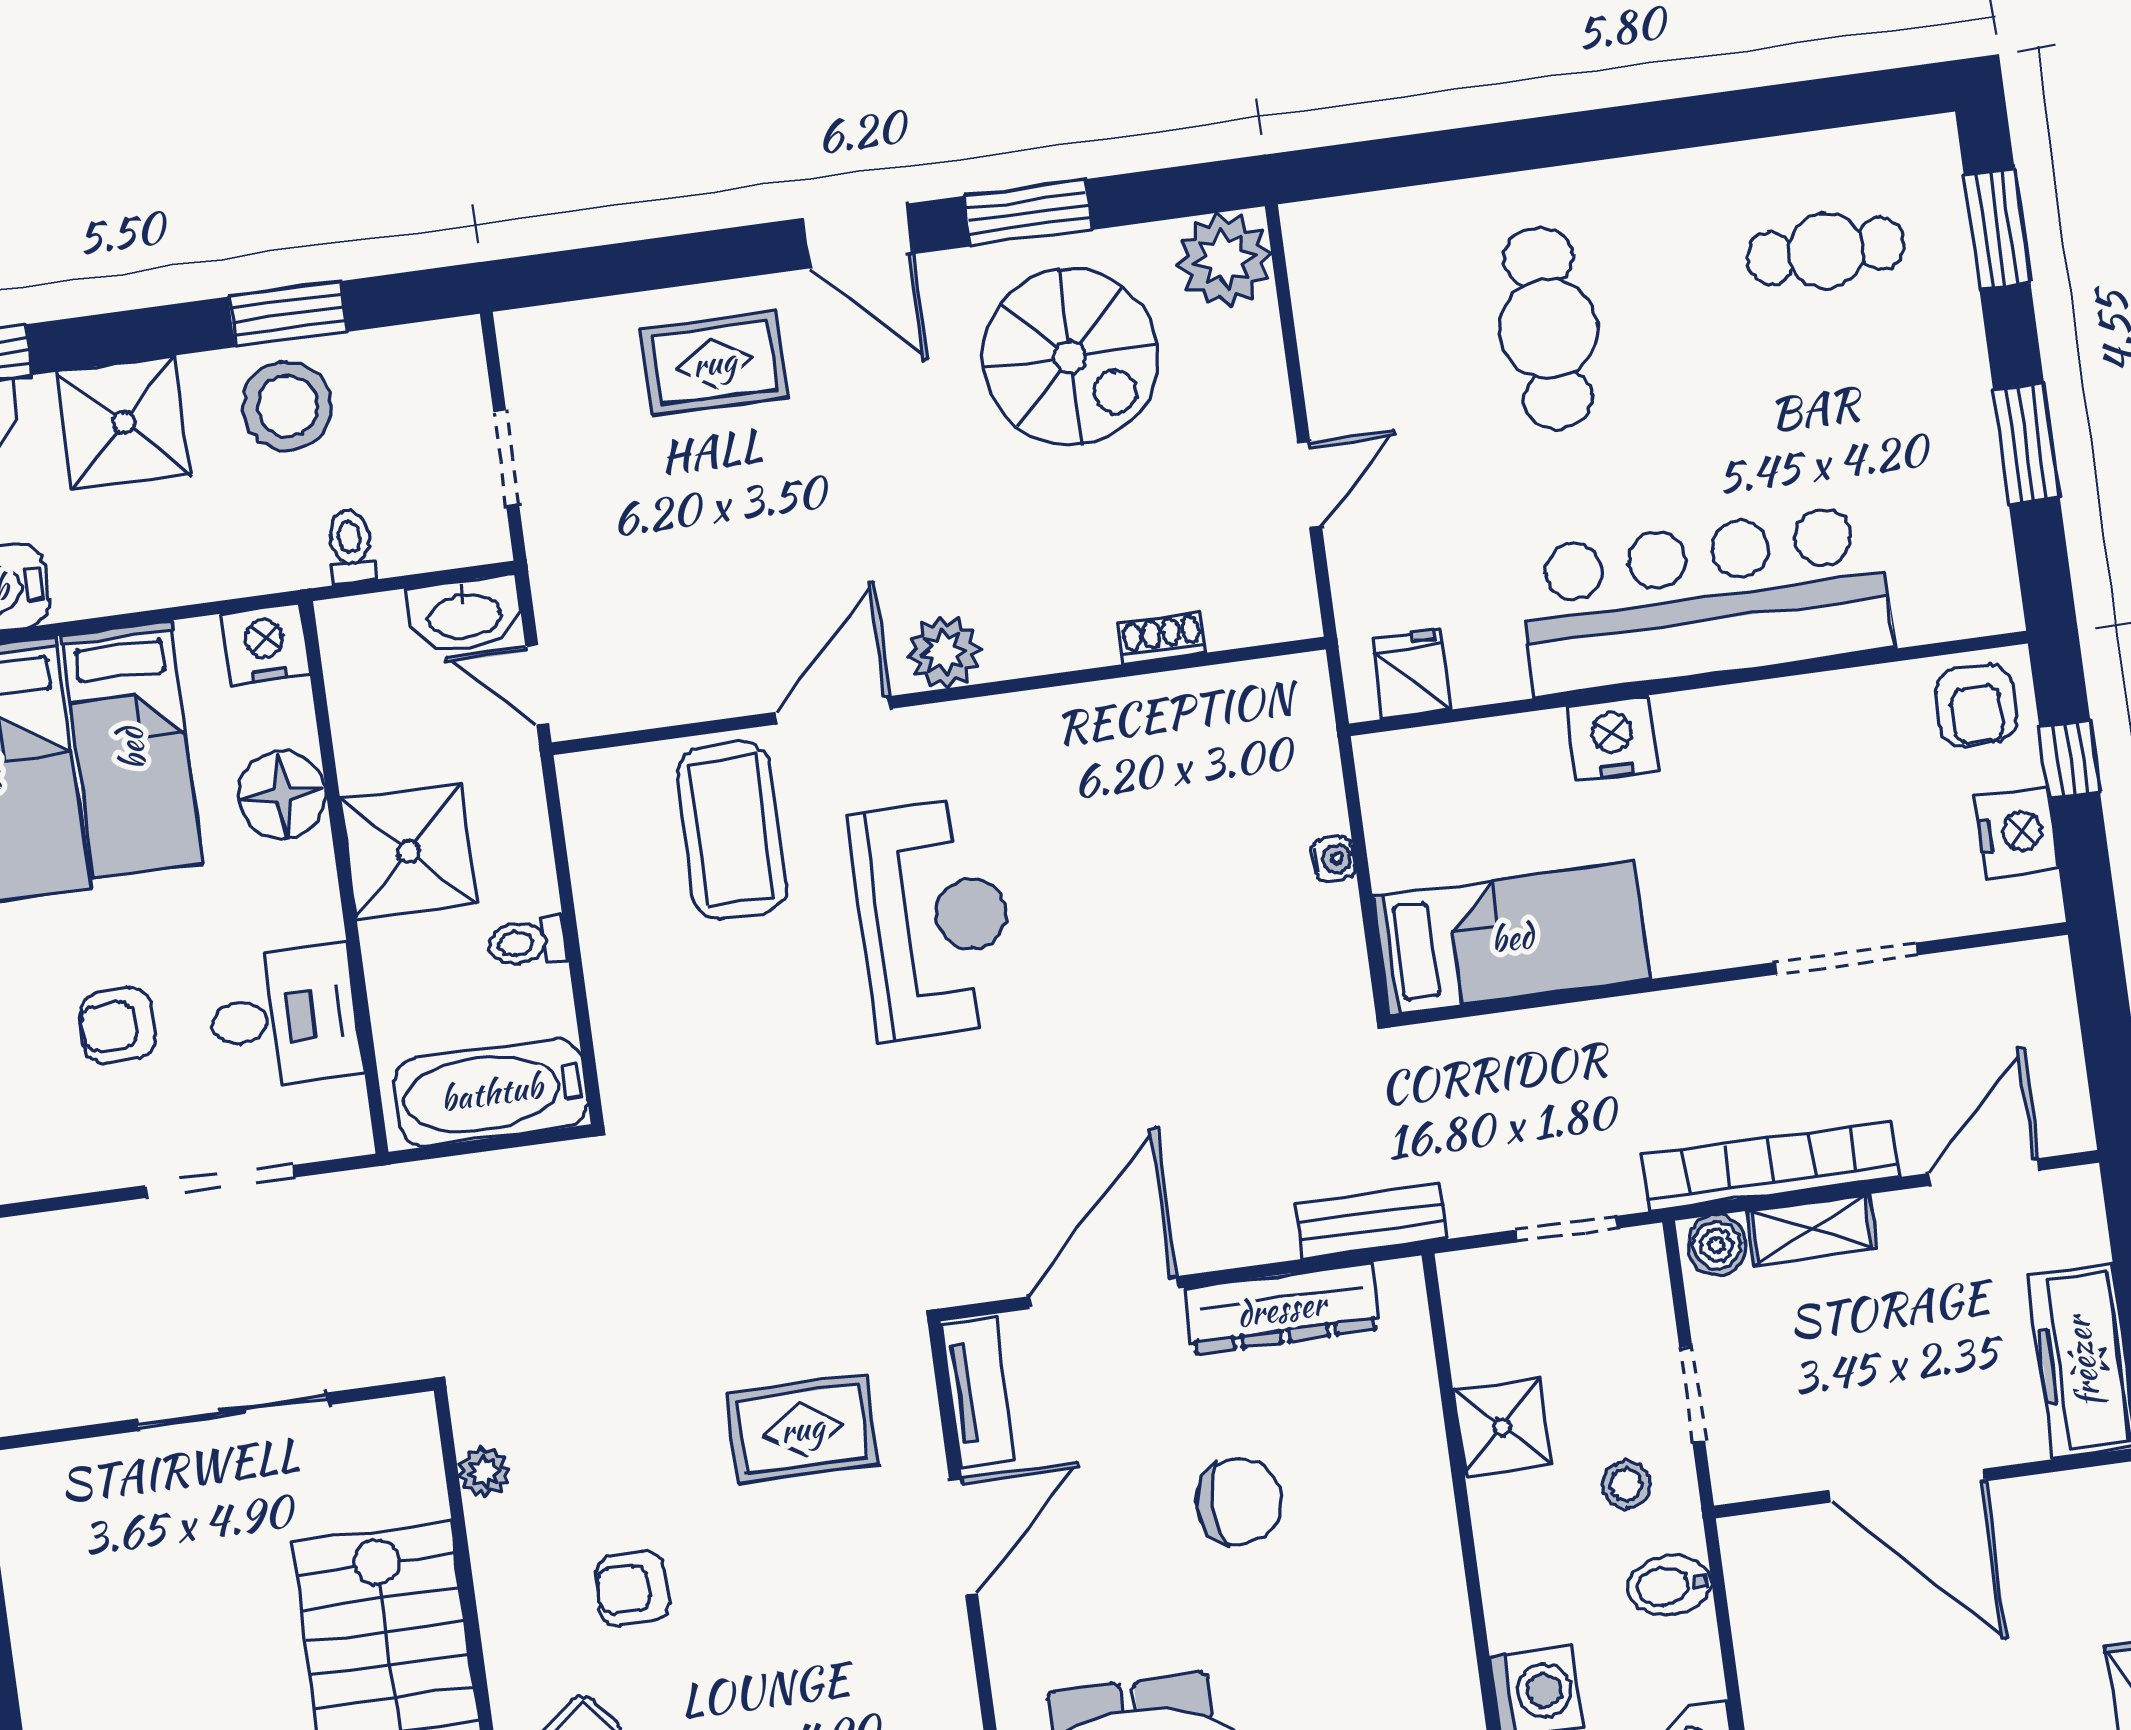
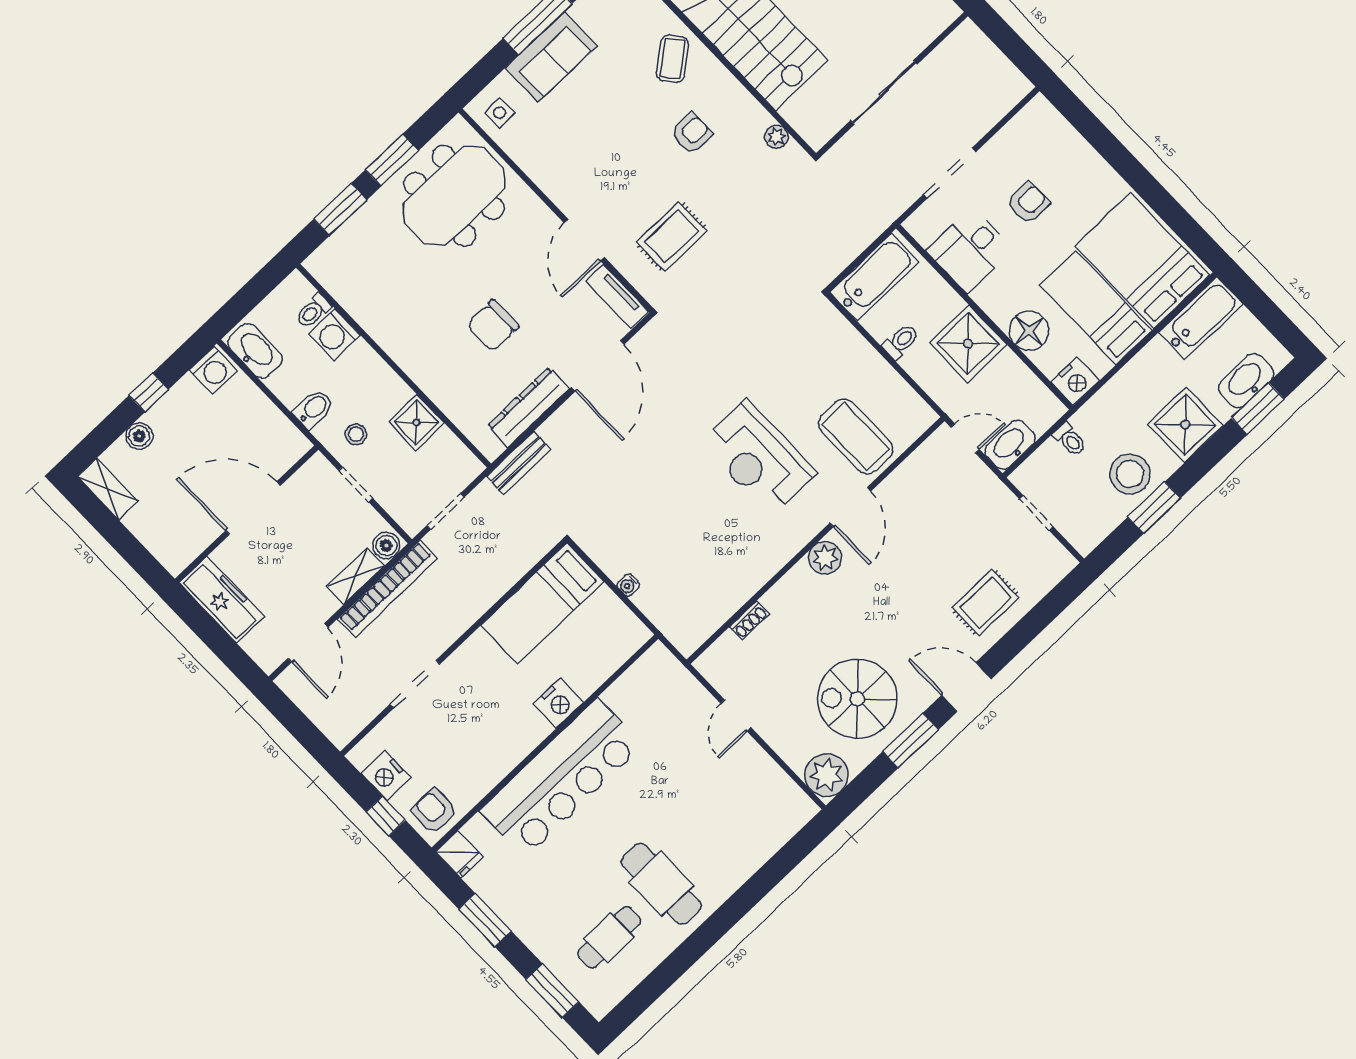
cafe table: (1548, 329) -> (661, 884), moved
fridge: (1411, 674) -> (459, 854), moved

